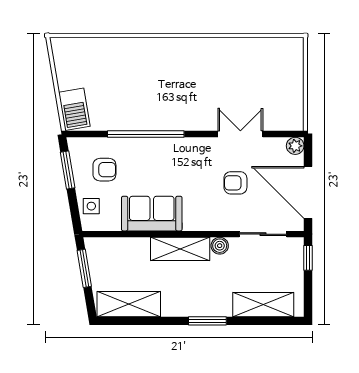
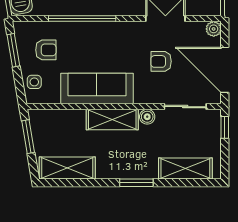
sofa: (152, 214) -> (97, 88), width x1.36

